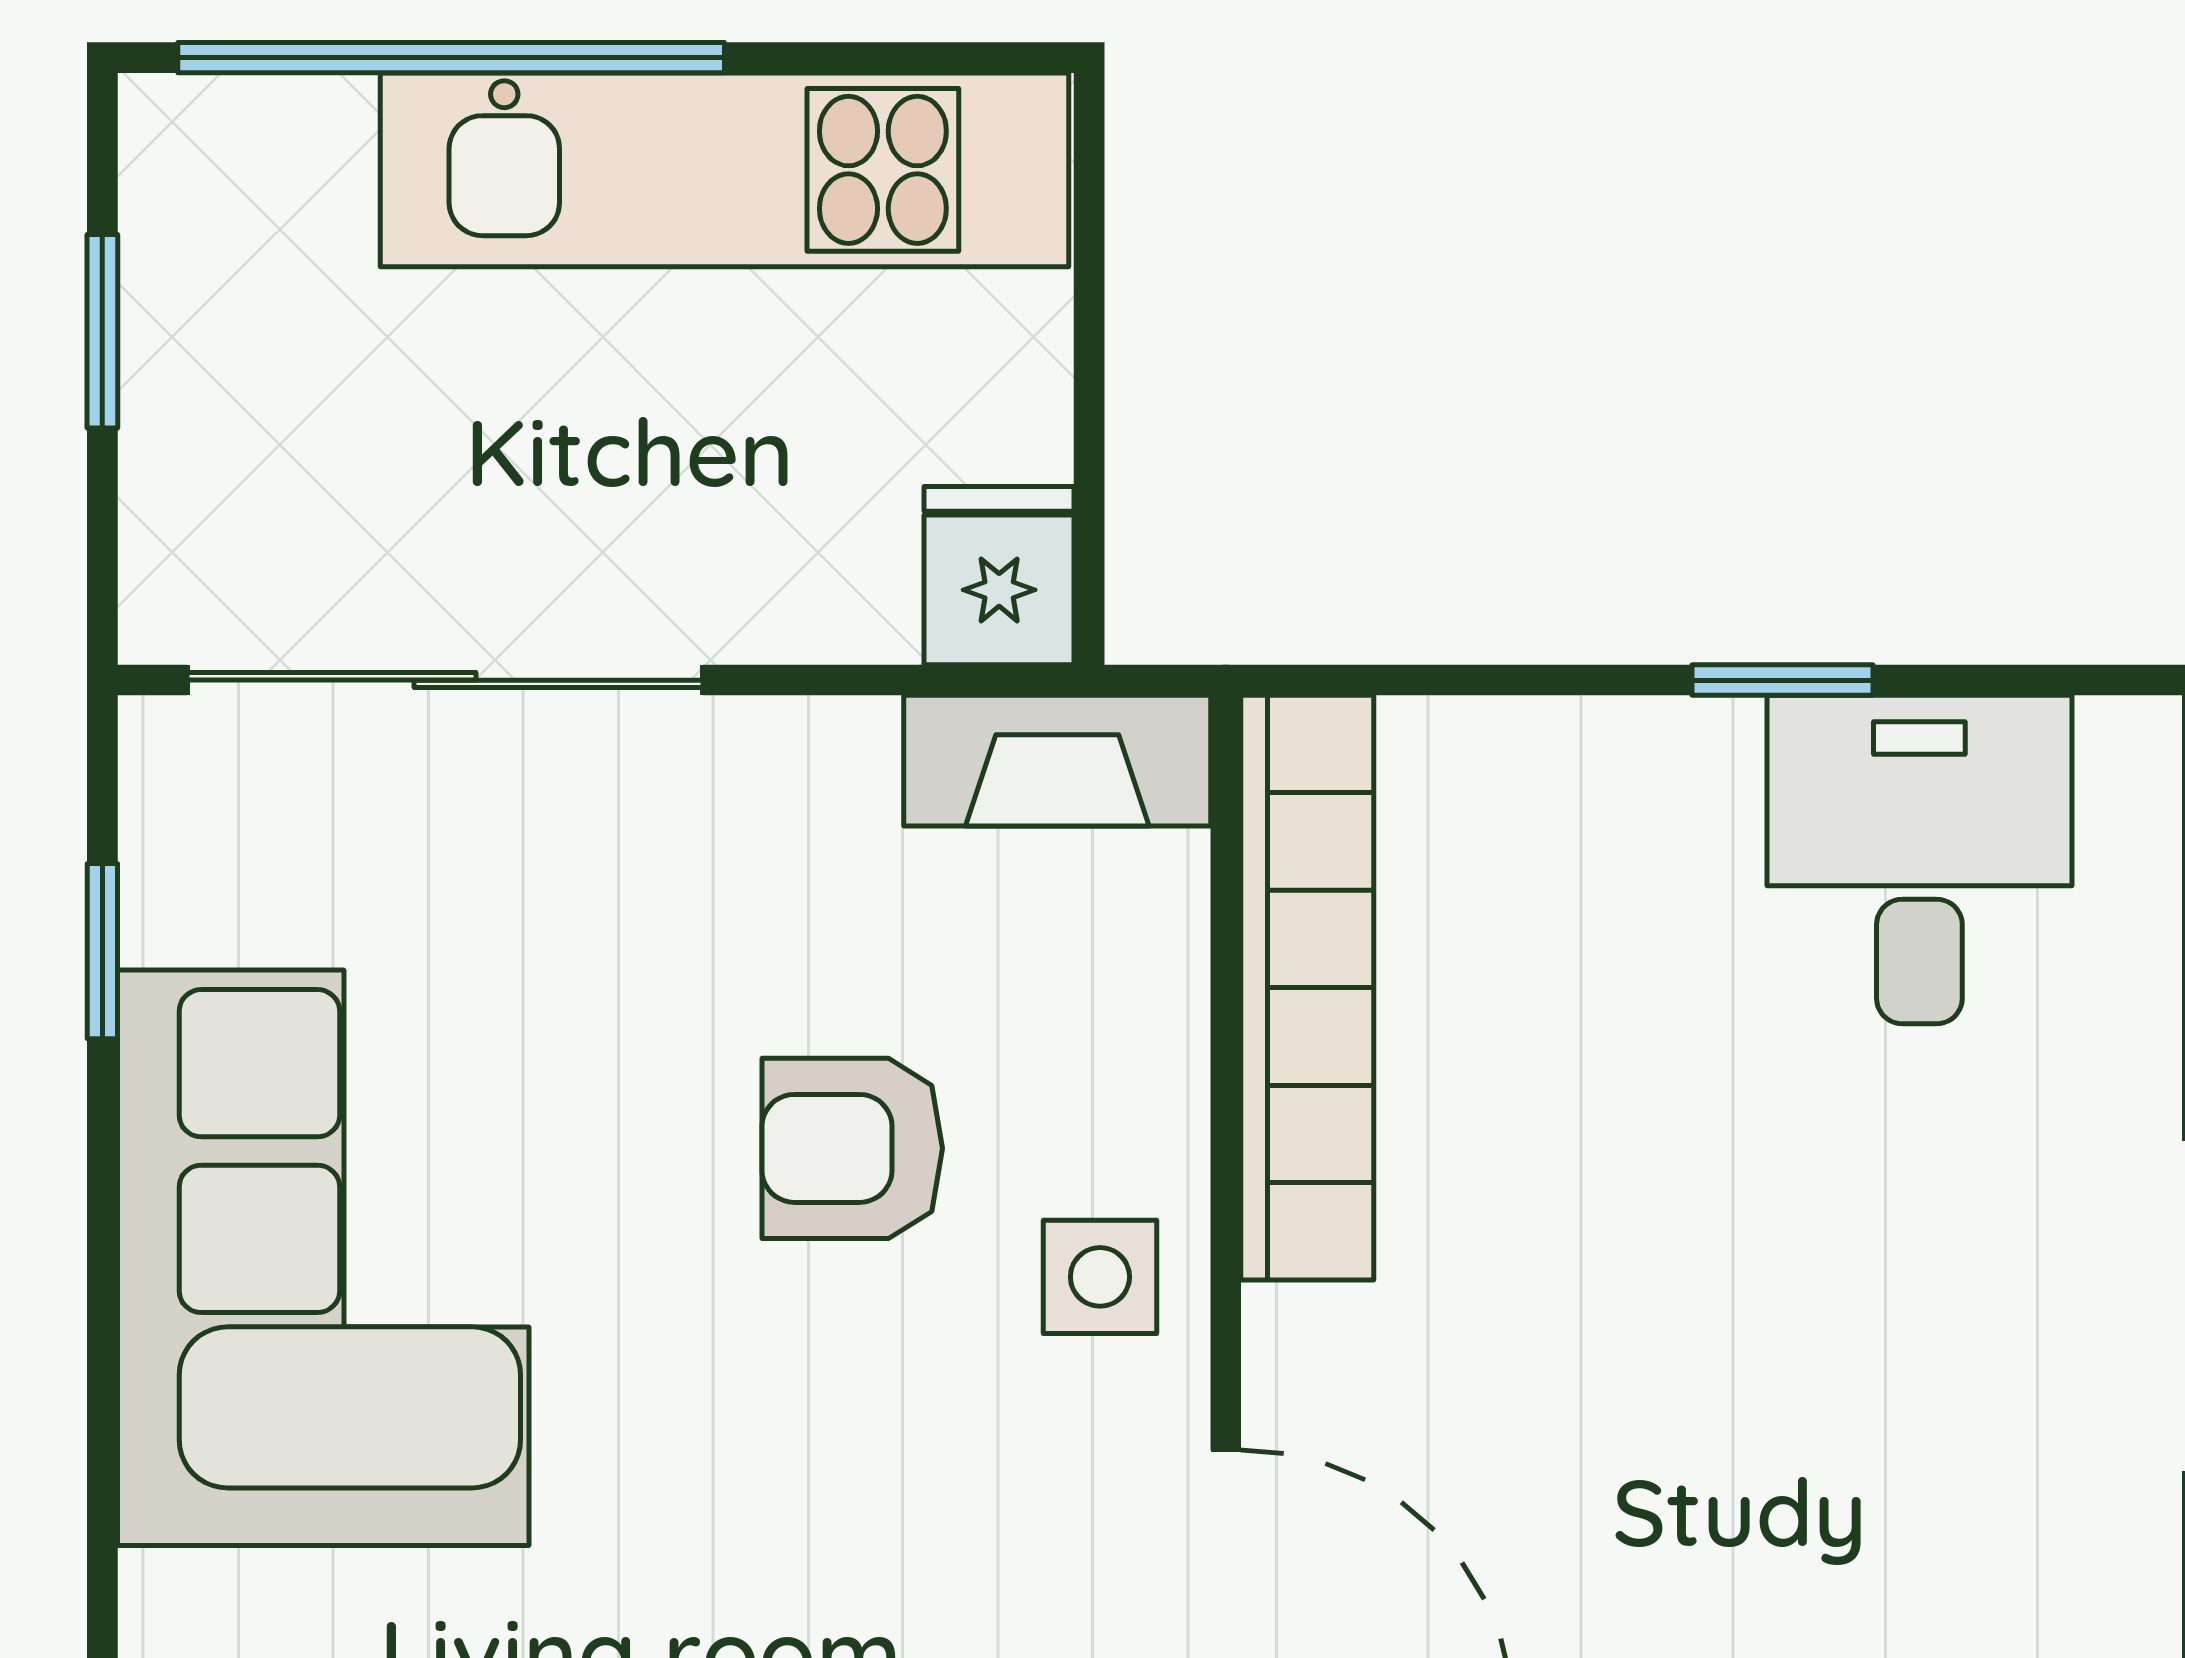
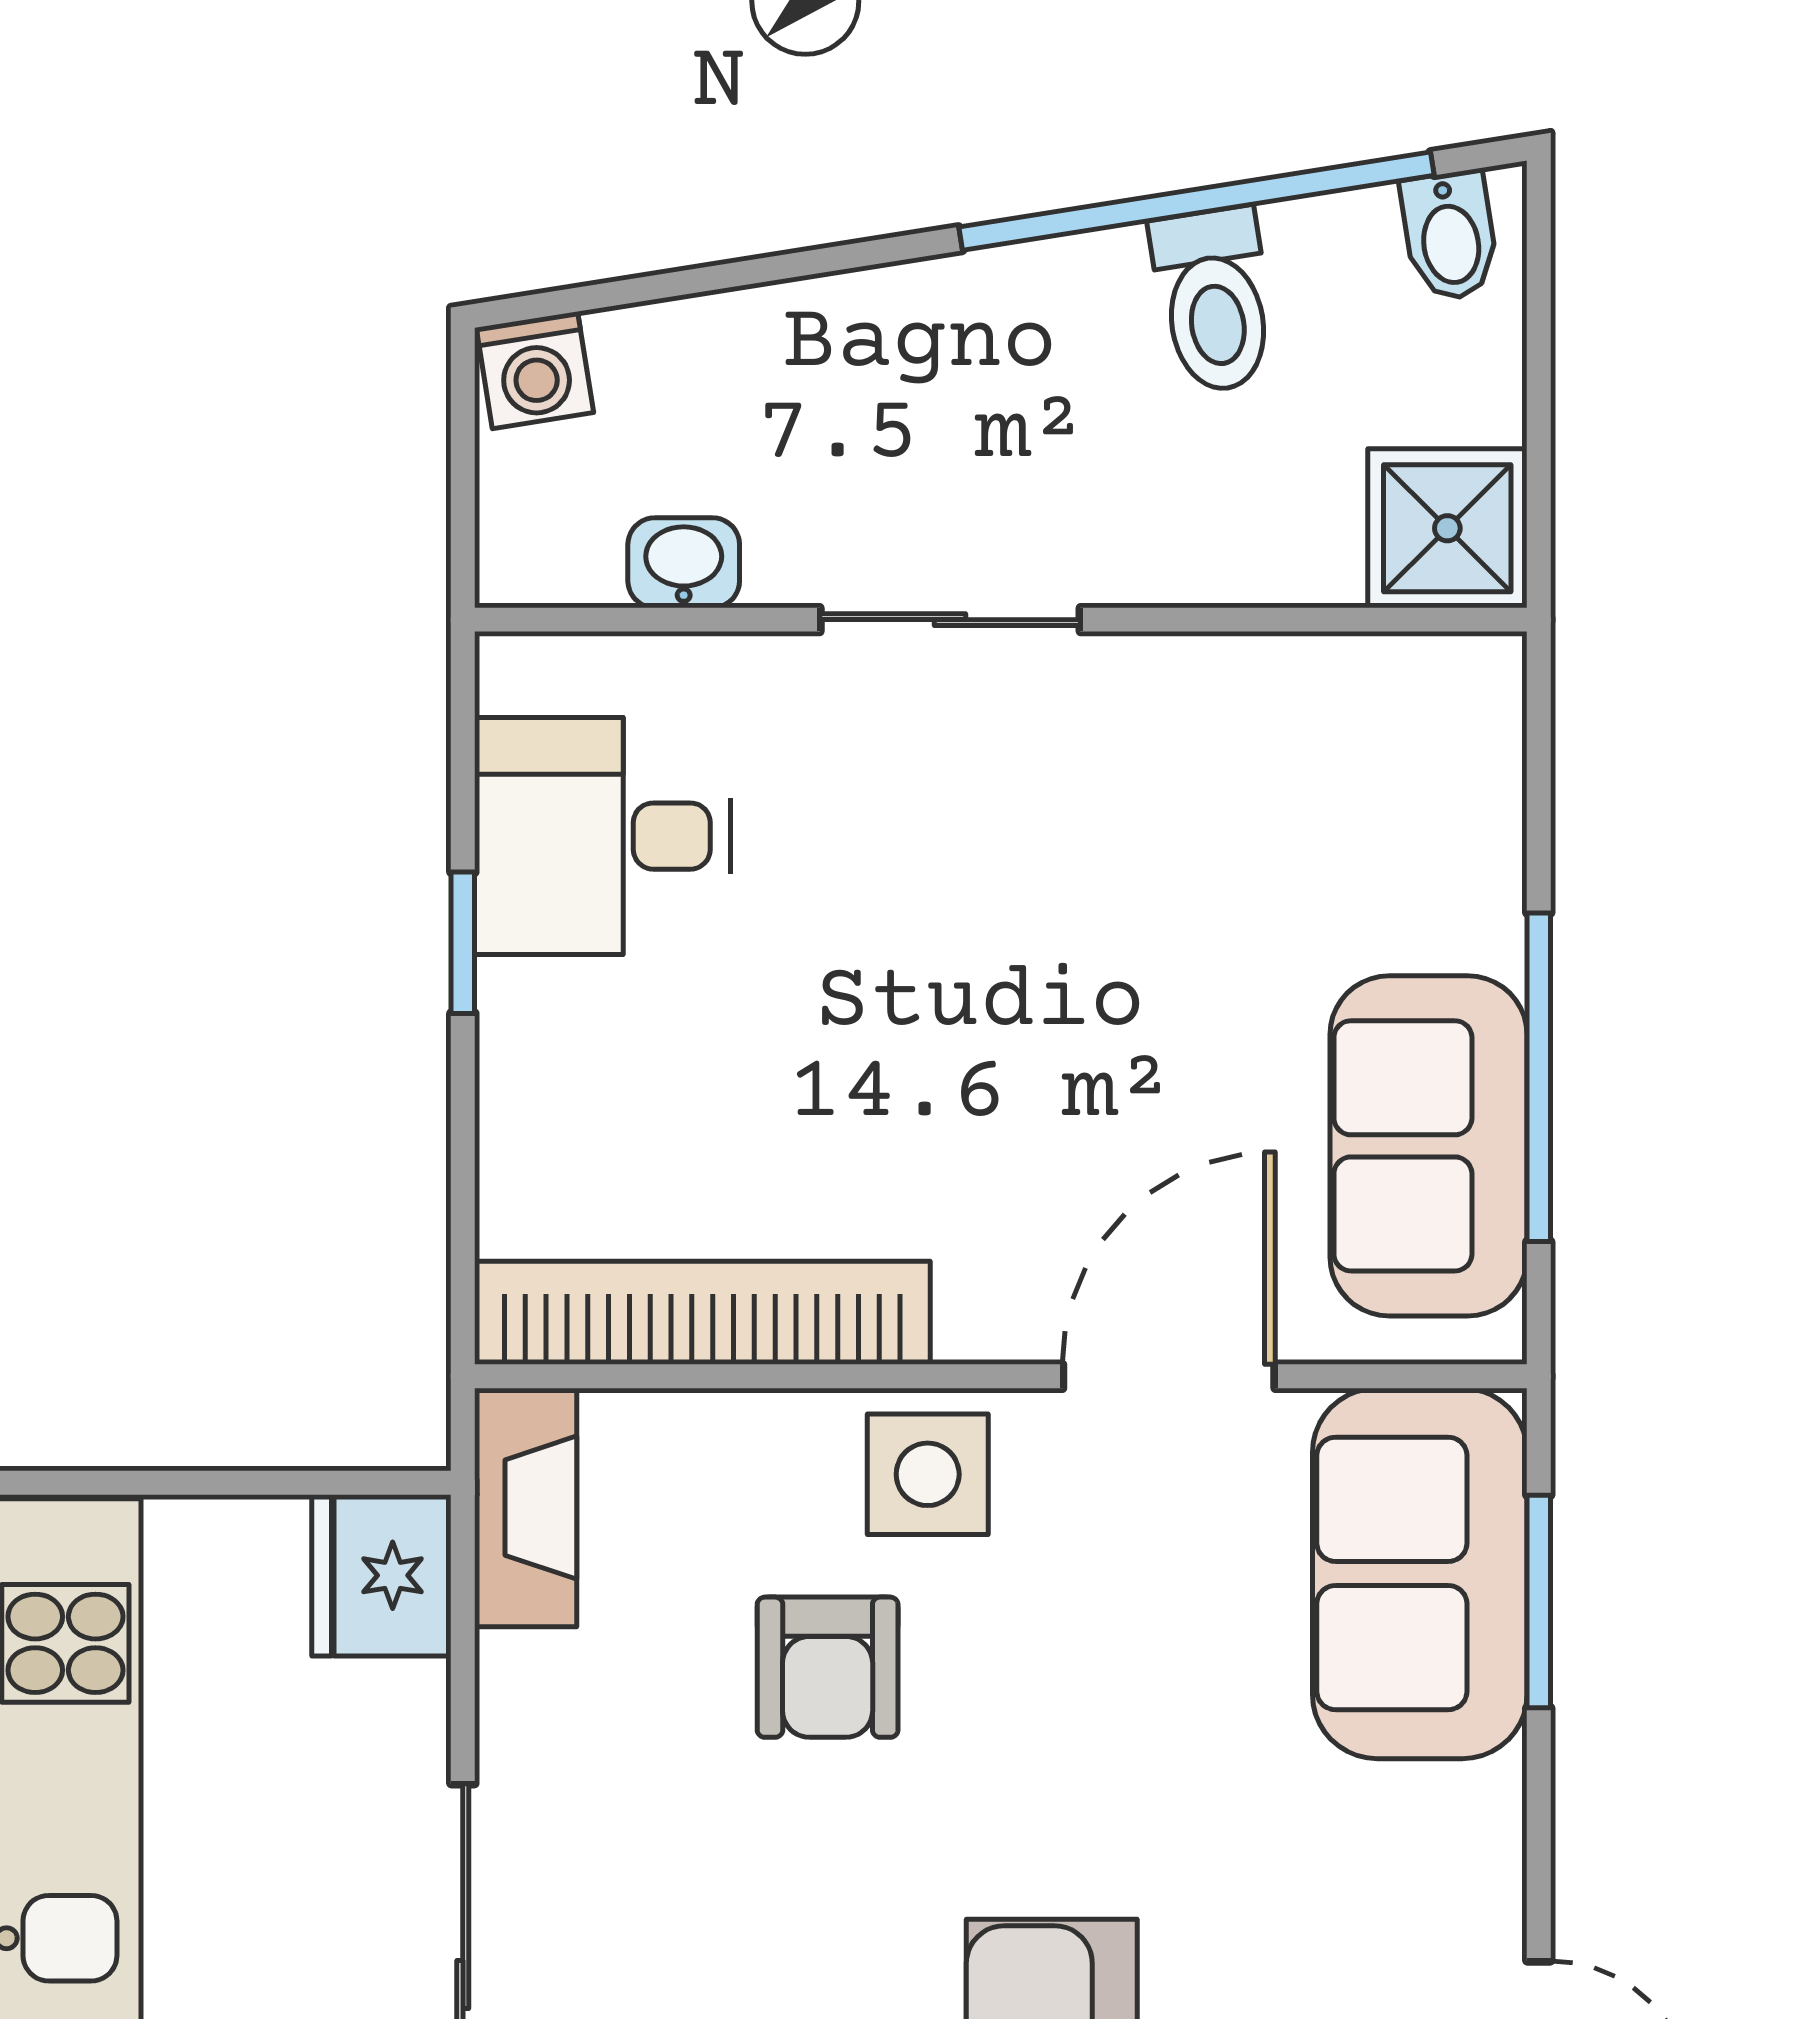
fridge: (999, 576) -> (381, 1575), width x1.38
side table: (1100, 1277) -> (928, 1474), width x1.37, depth x1.37

